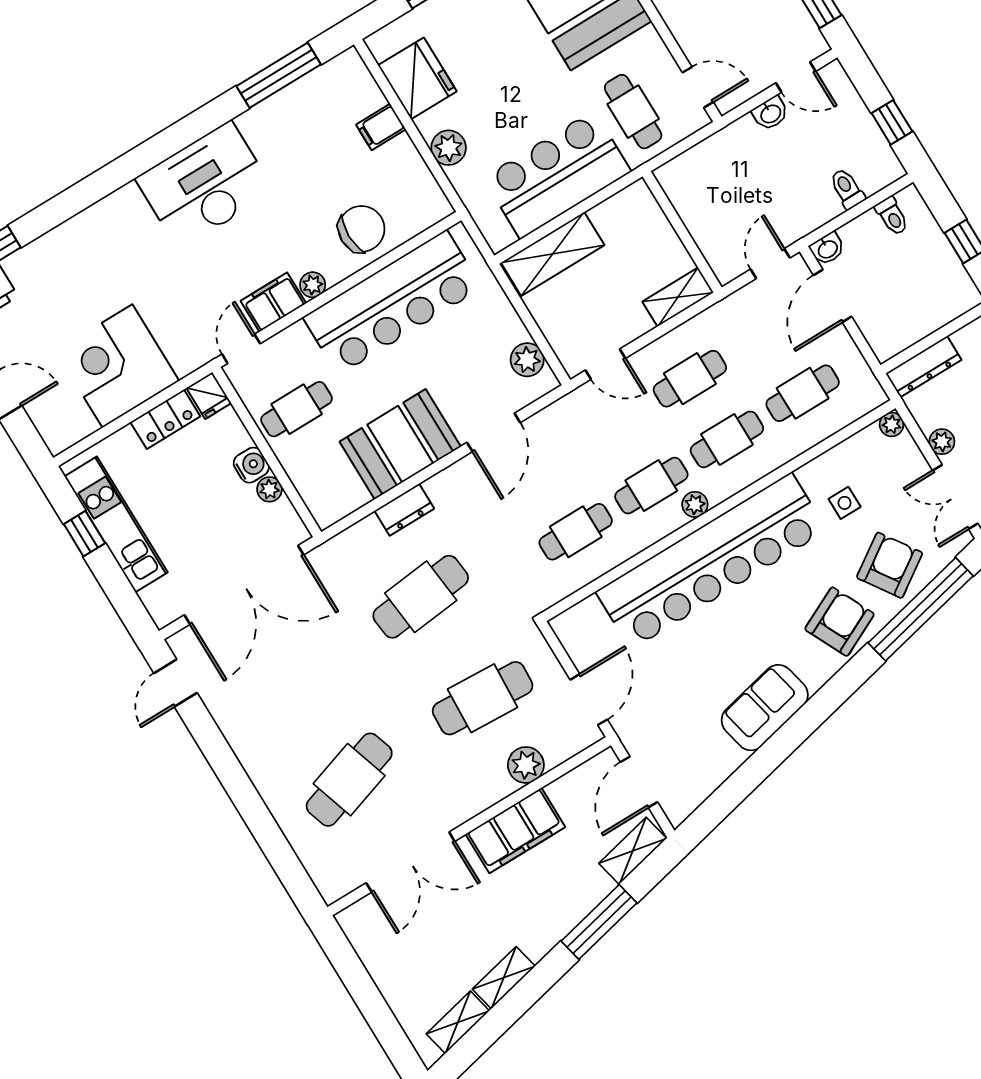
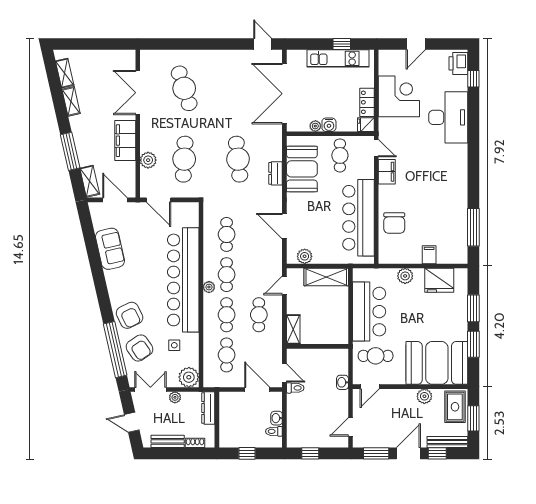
washbasin: (770, 113) -> (342, 382), moved
desk: (205, 185) -> (448, 117), moved
toilet: (847, 189) -> (295, 388), moved
washbasin: (827, 249) -> (277, 418), moved
shelving: (553, 254) -> (326, 277), moved, turned 90
plant: (313, 285) -> (384, 191), removed
plant: (892, 424) -> (189, 377), width x1.88, depth x1.88
booth: (400, 444) -> (302, 169), moved
sofa: (765, 708) -> (110, 249), moved

